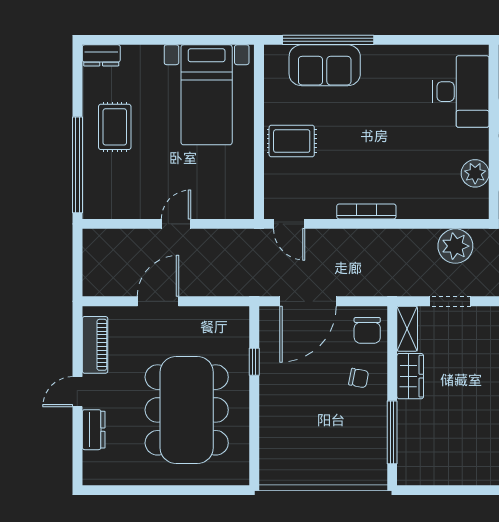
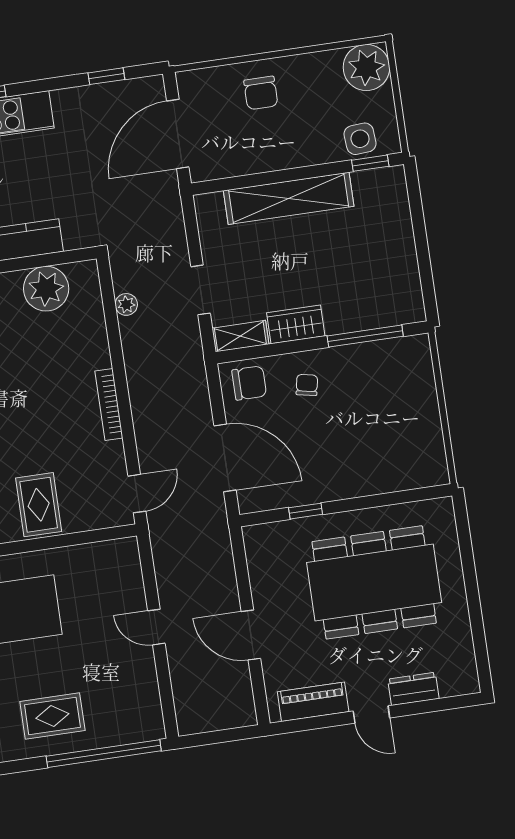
plant: (475, 173) -> (46, 289), width x1.36, depth x1.36
plant: (455, 246) -> (126, 304), width x0.53, depth x0.53

